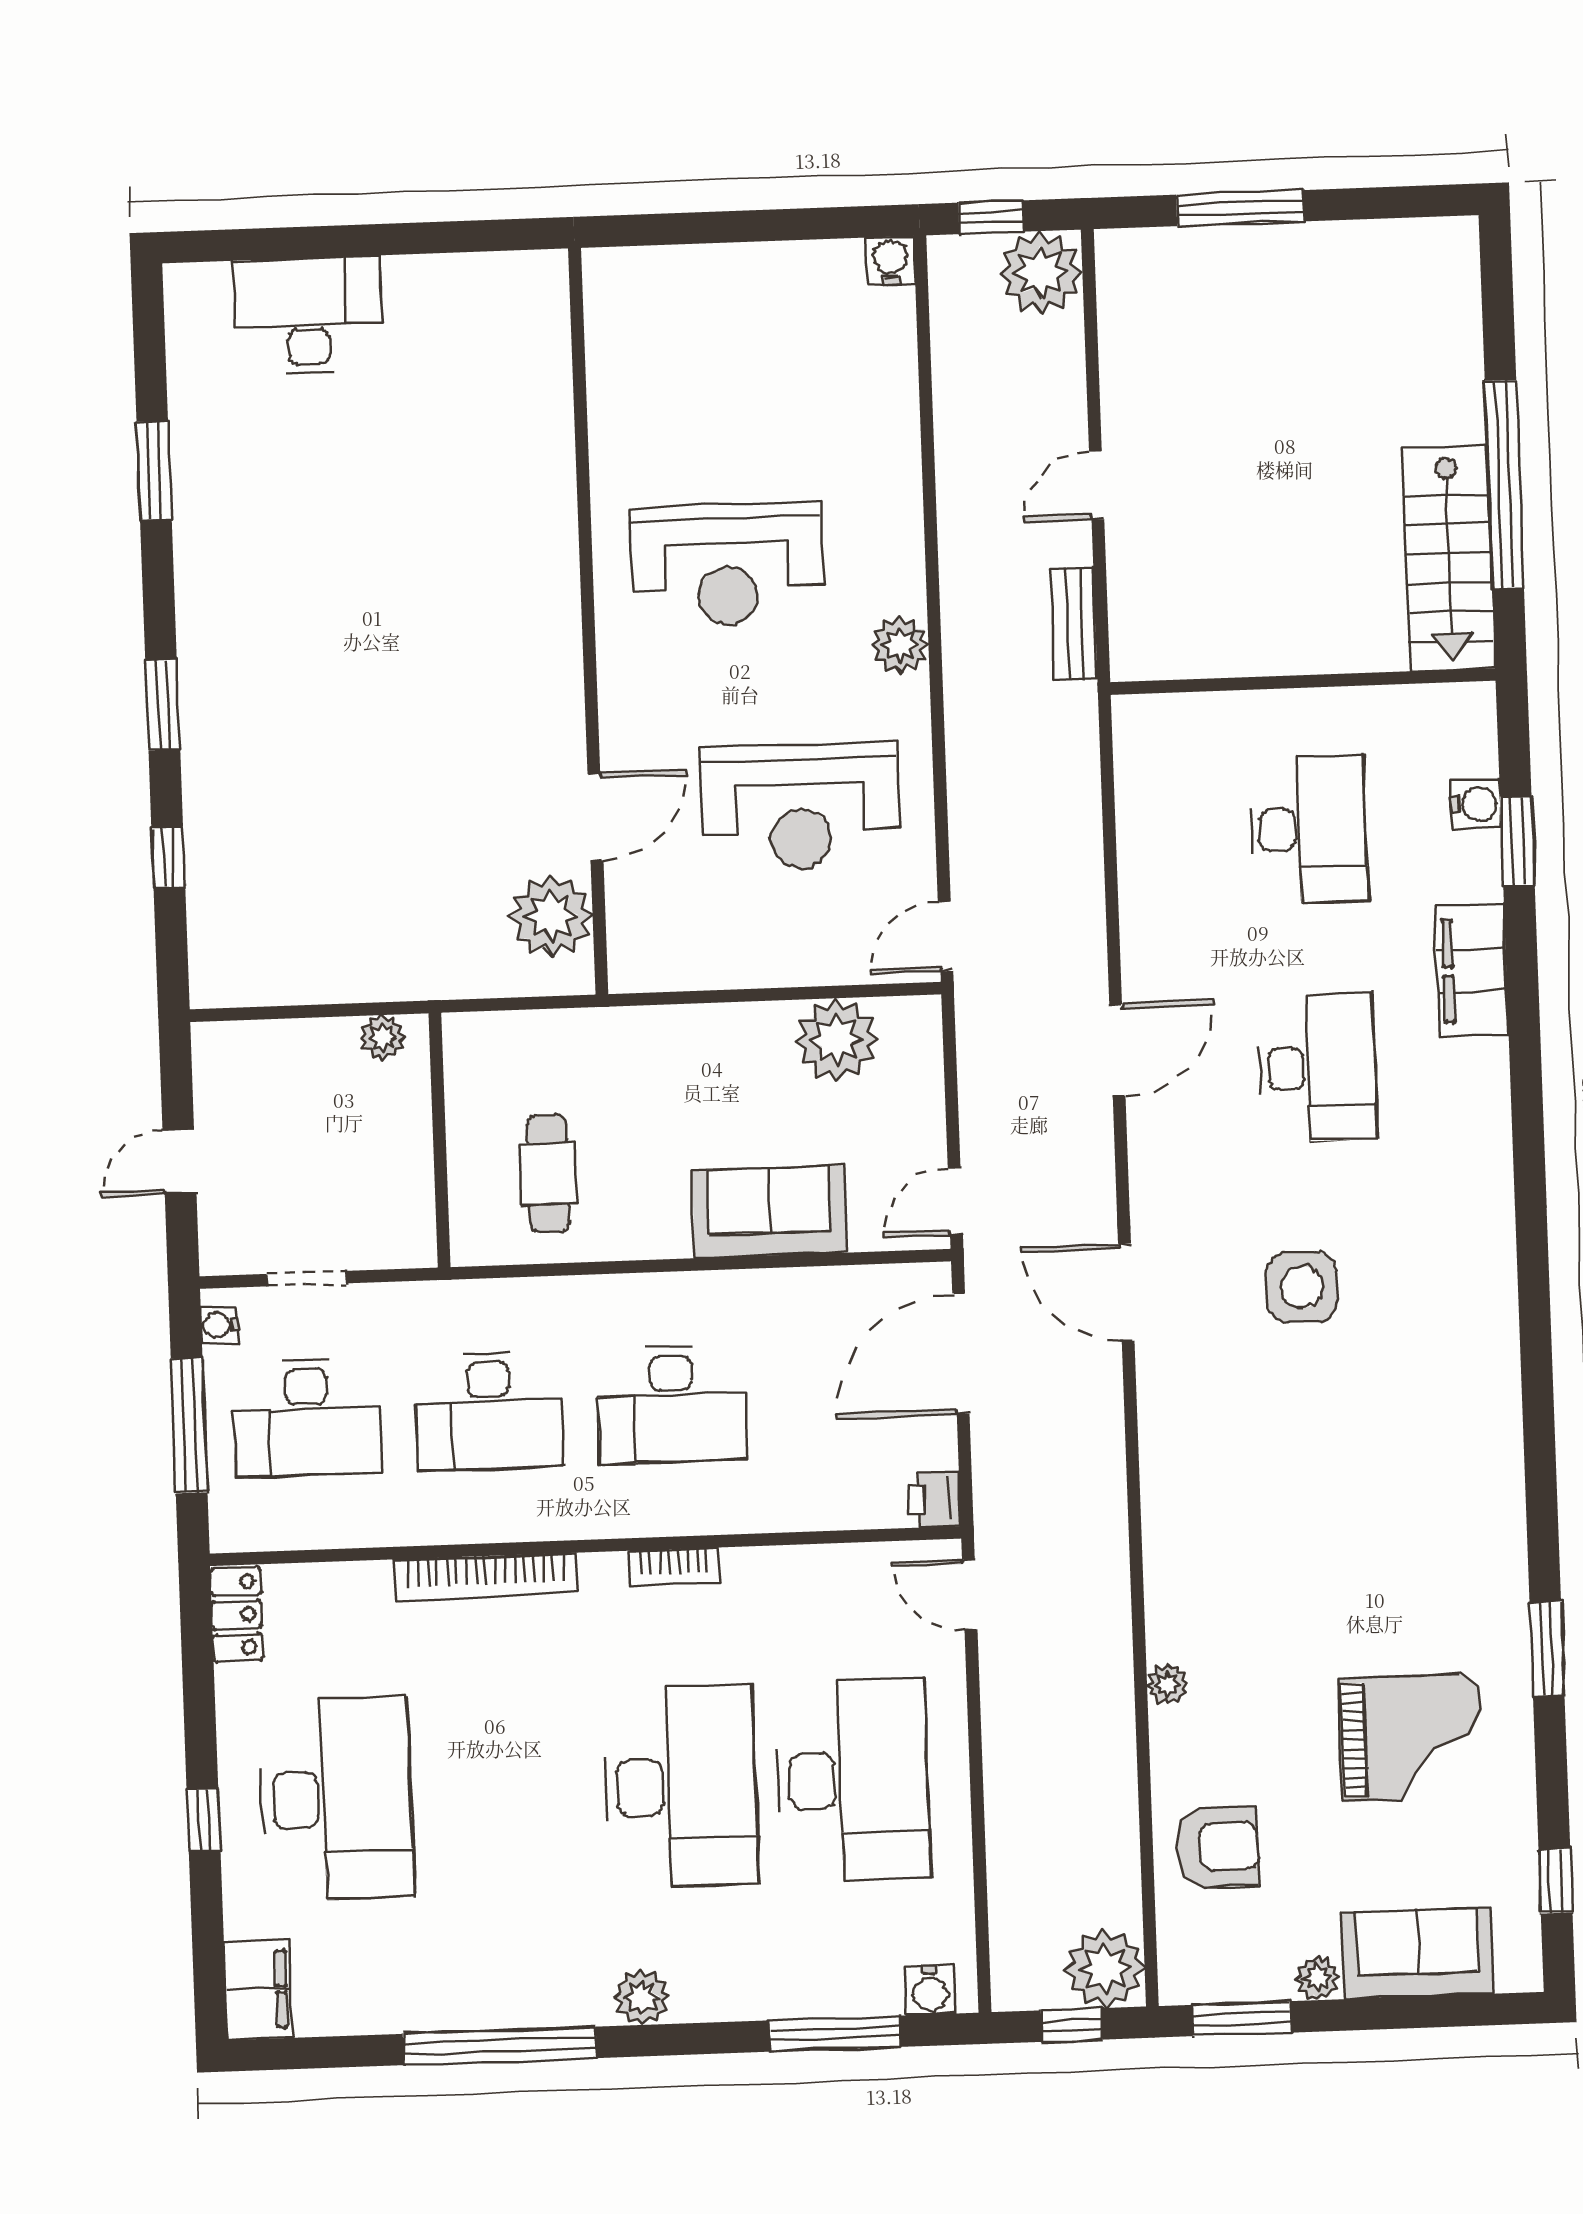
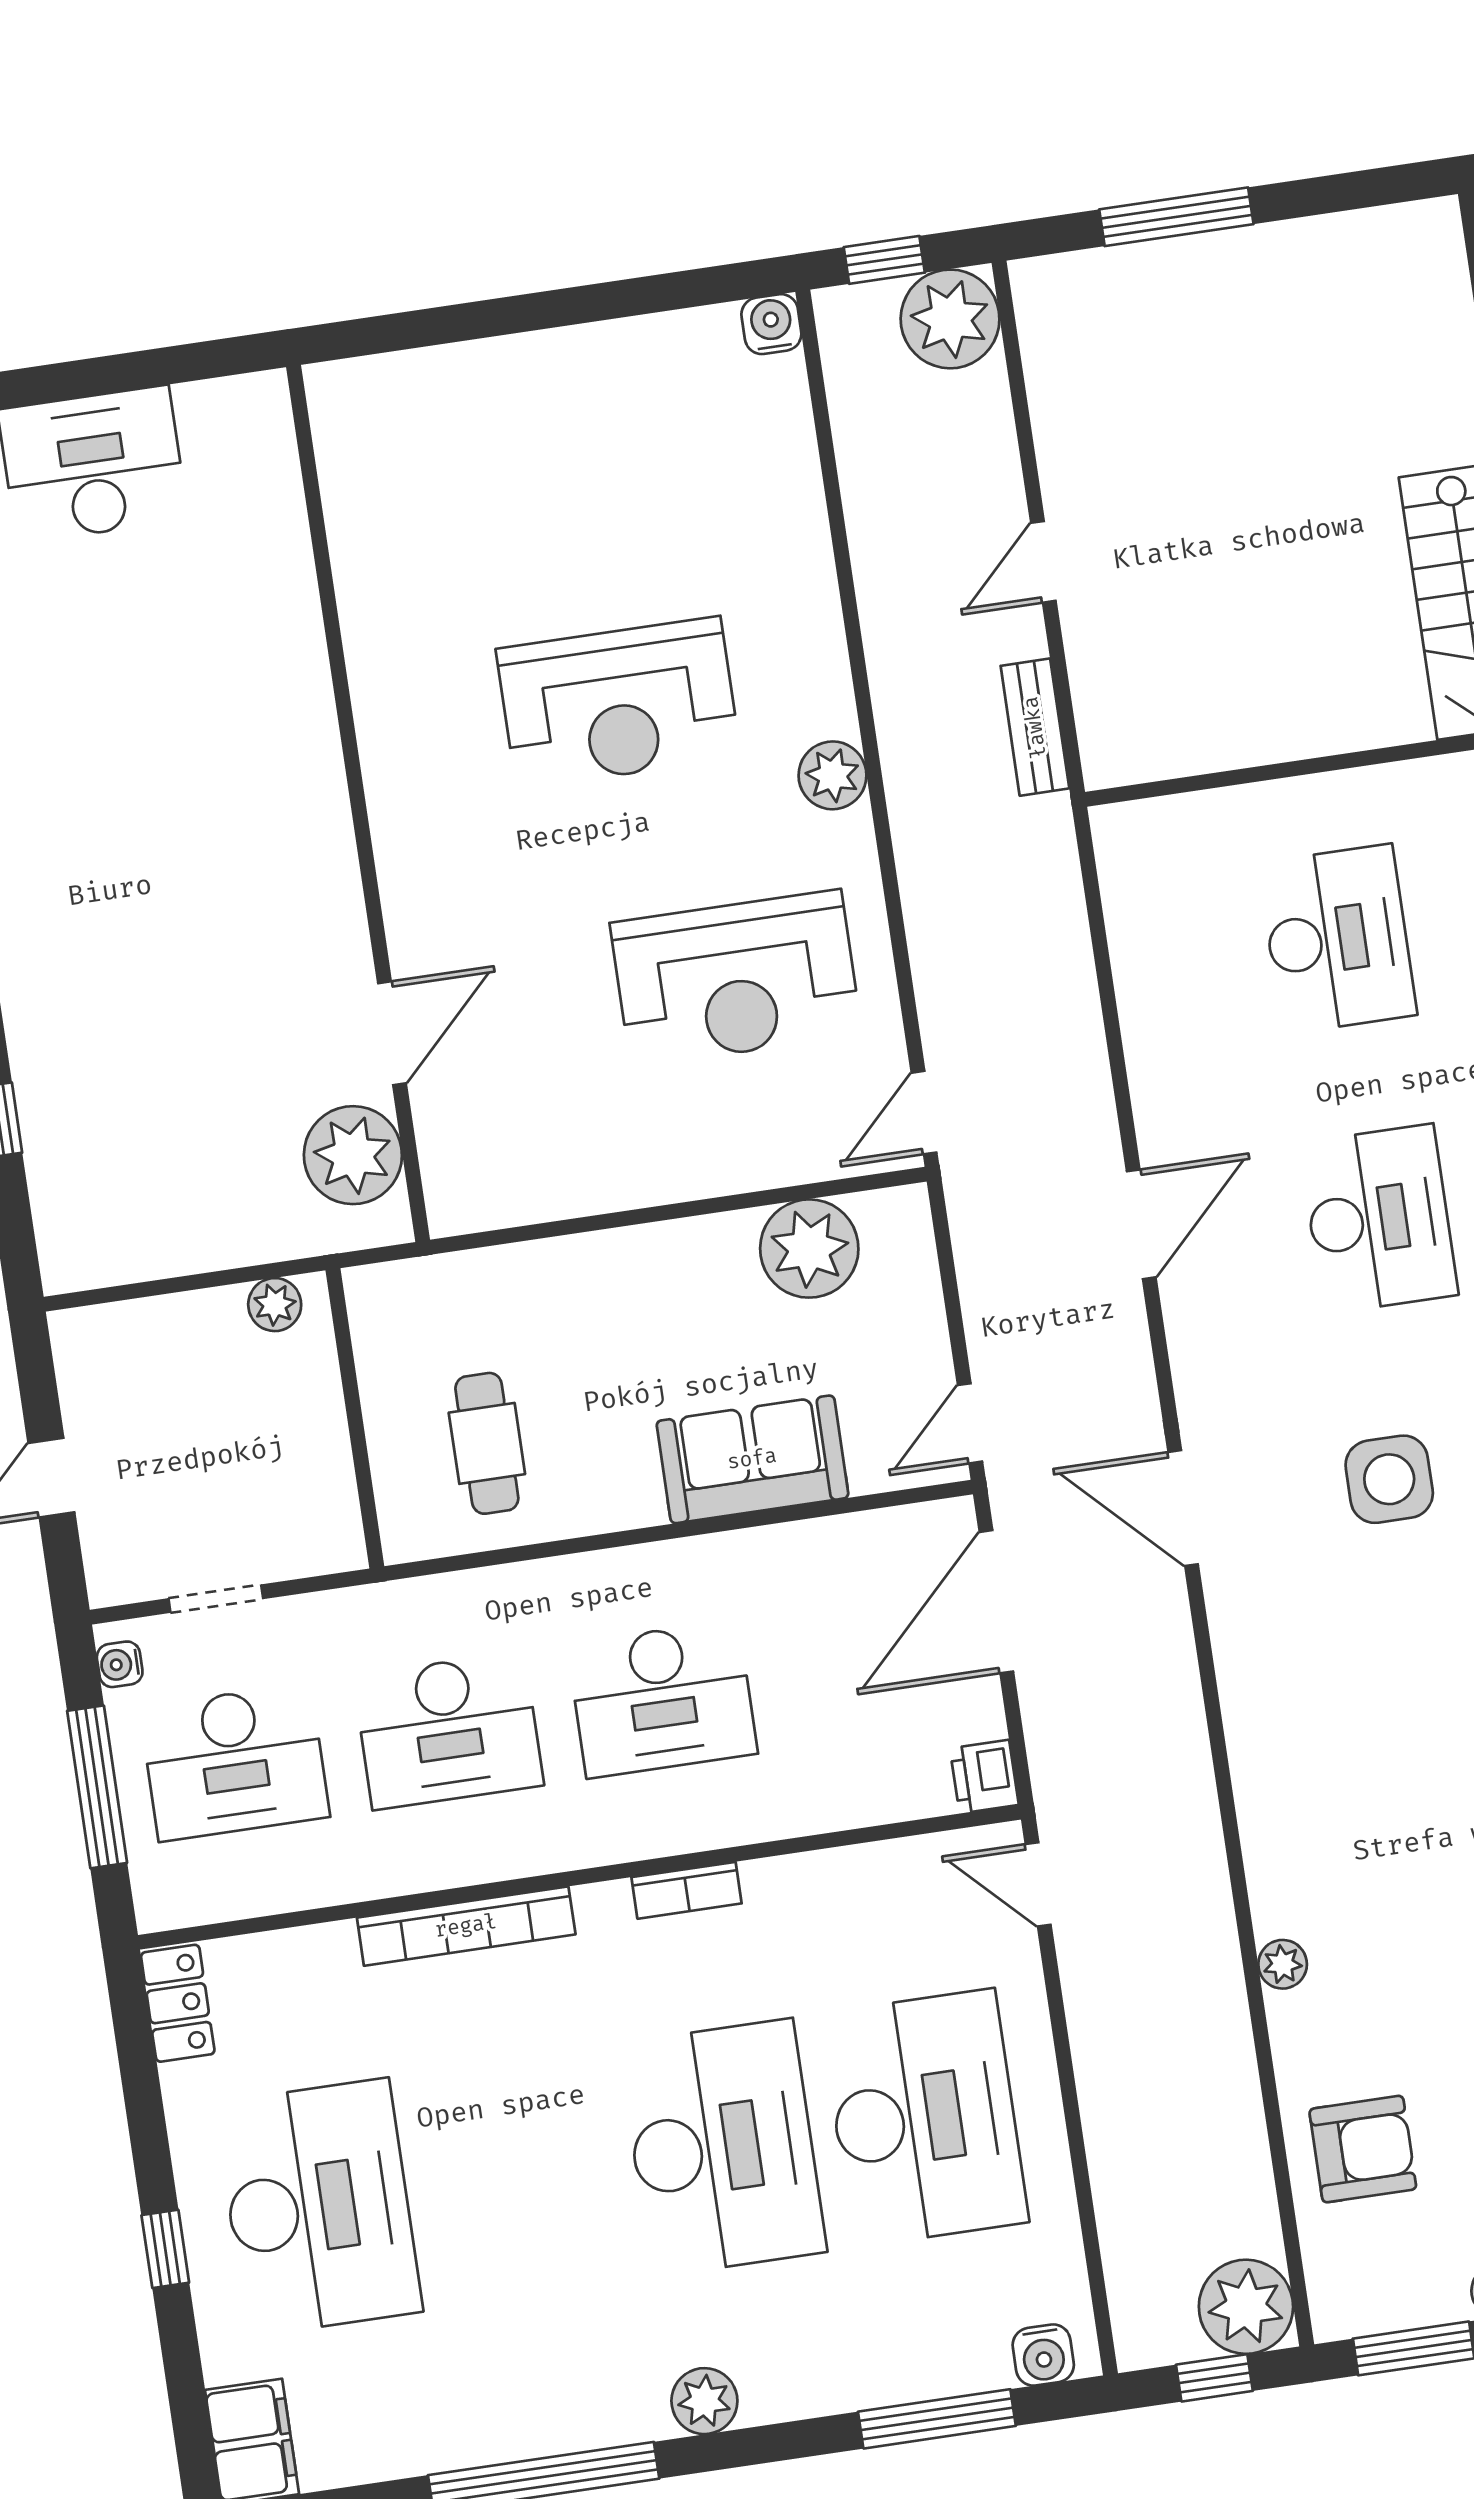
wall: (588, 621) -> (358, 803), moved
door: (595, 817) -> (392, 1033), moved
plant: (551, 916) -> (353, 1155), moved

